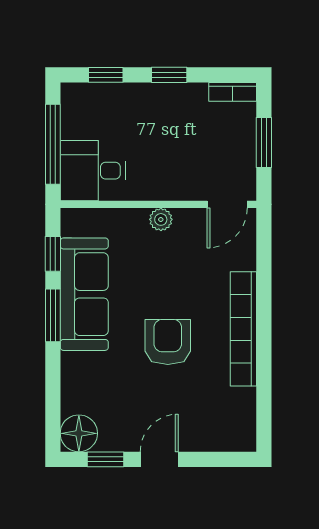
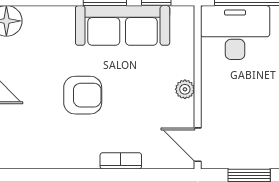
desk: (93, 171) -> (235, 33), width x1.37
bookcase: (243, 329) -> (121, 161), width x0.43, depth x0.76

